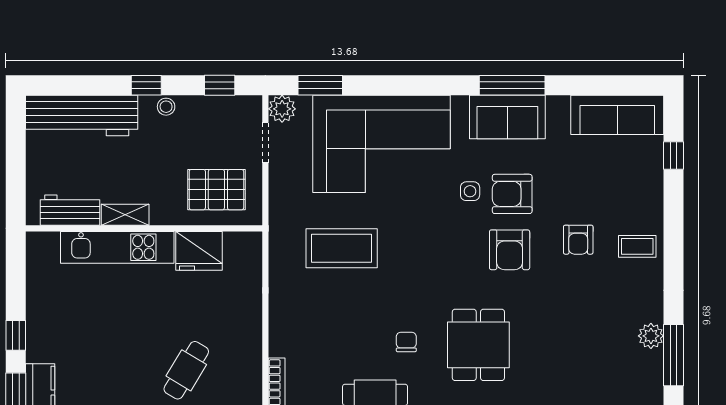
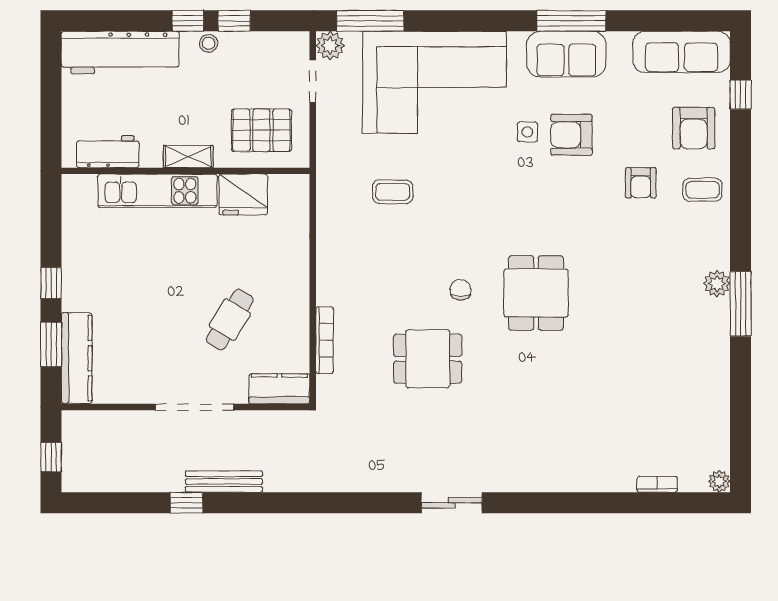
window: (220, 85) -> (234, 21), moved
window: (320, 85) -> (370, 21), width x1.44
shelving: (125, 215) -> (188, 157), moved
coffee table: (342, 248) -> (393, 192), width x0.54, depth x0.58
armchair: (510, 250) -> (694, 128), moved

